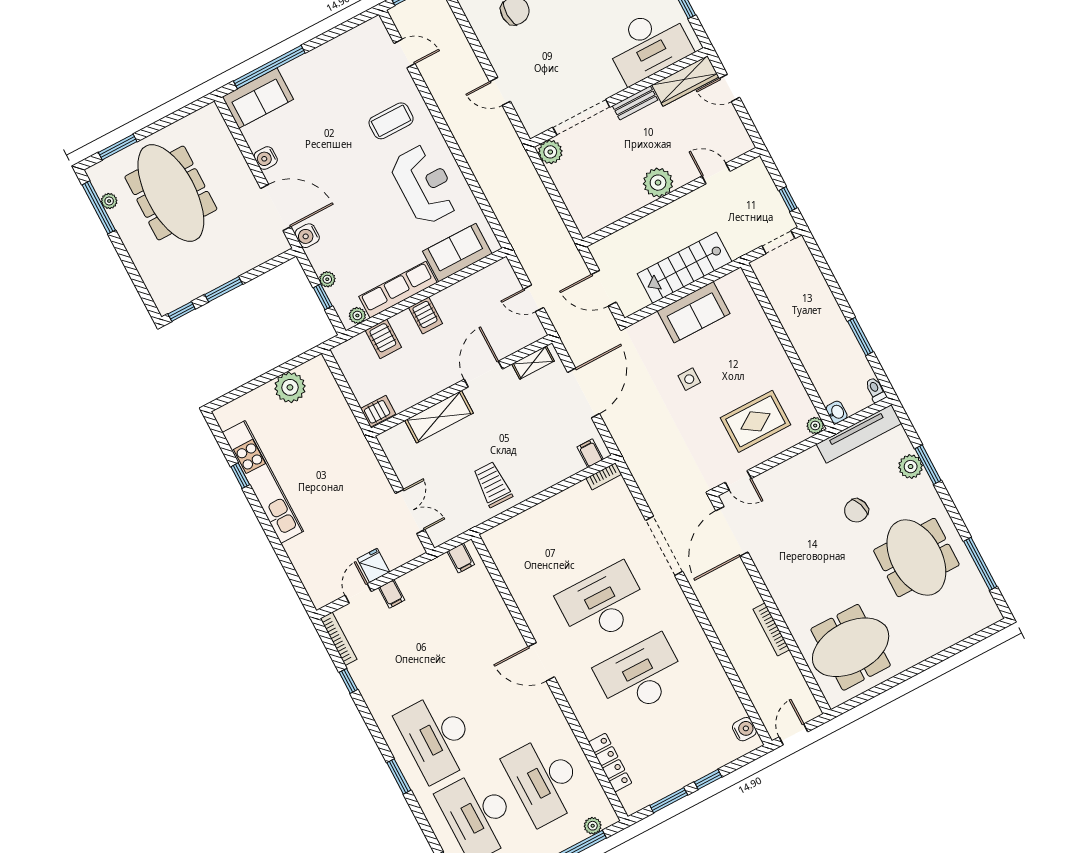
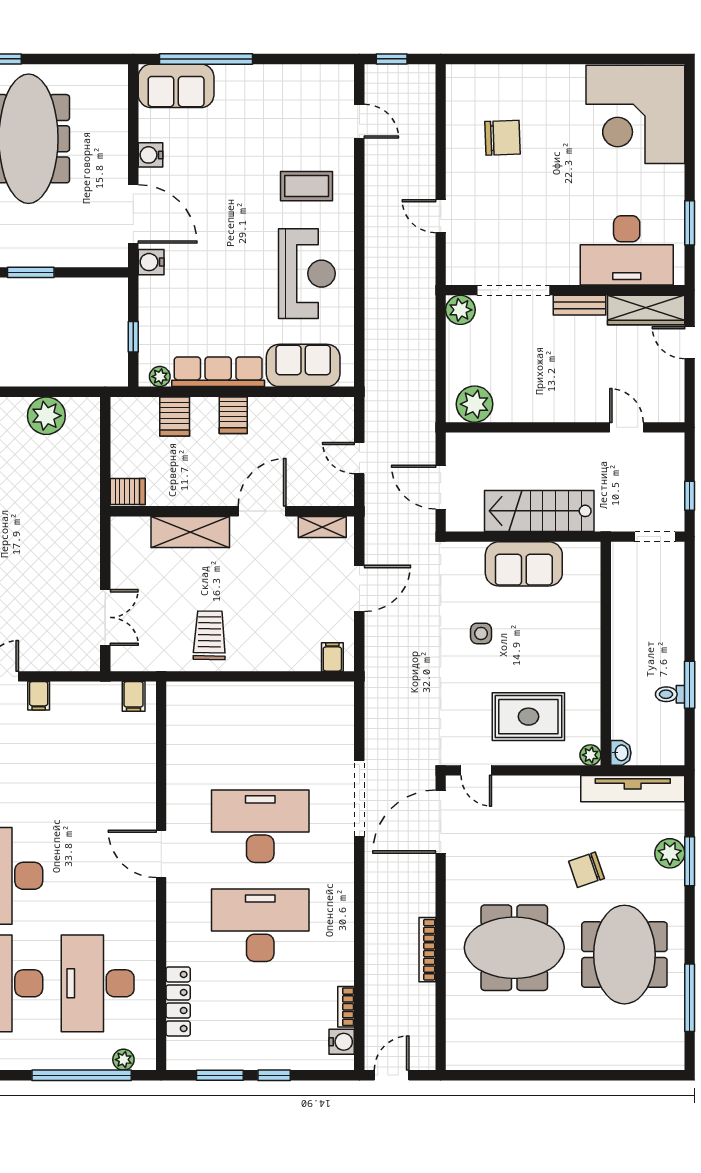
plant: (658, 183) -> (475, 404), moved
plant: (327, 279) -> (148, 320), removed
toilet: (876, 390) -> (670, 694), moved, turned -90
door: (584, 393) -> (359, 588), width x0.73
bookcase: (604, 476) -> (346, 1007), moved, turned 90
fridge: (373, 565) -> (35, 655), removed
meeting table: (851, 647) -> (514, 948), moved

